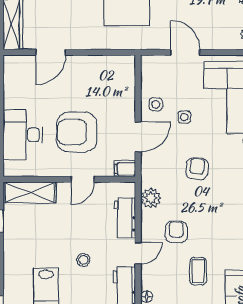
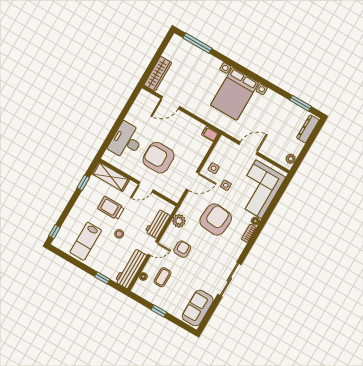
door: (185, 52) -> (248, 148), hinge flipped
filing cabinet: (125, 169) -> (210, 134), moved
armchair: (197, 169) -> (216, 220), width x1.88, depth x1.88
trolley: (53, 233) -> (111, 208), added
coffee table: (198, 271) -> (163, 277), moved

